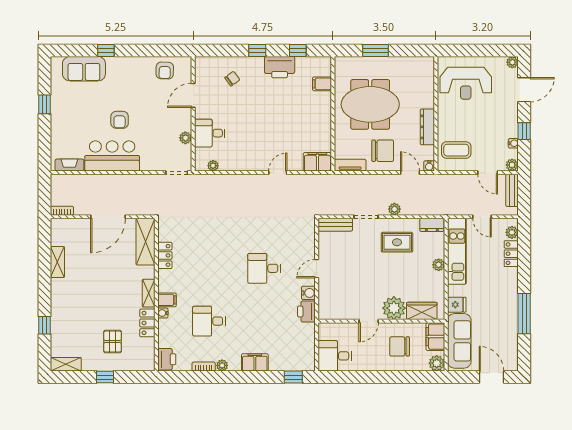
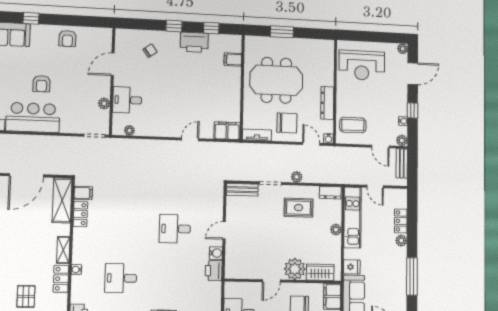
armchair: (165, 71) -> (67, 38), moved
plant: (512, 232) -> (401, 241), moved
filing cabinet: (167, 300) -> (83, 193), moved

